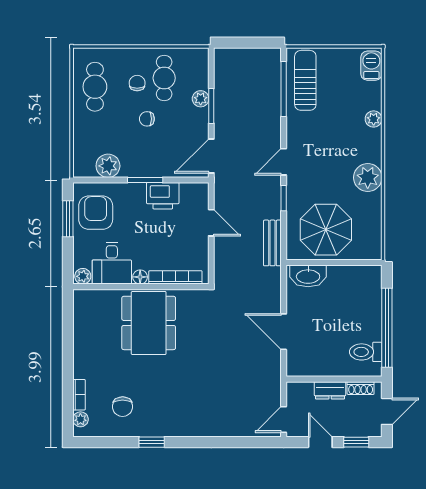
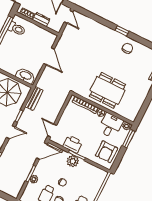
plant: (108, 166) -> (73, 161), moved
window: (68, 219) -> (129, 139), moved
door: (211, 223) -> (52, 131), moved
dining table: (149, 323) -> (107, 90), turned 90
chair: (123, 407) -> (127, 48), moved
door: (284, 419) -> (69, 17), hinge flipped
window: (152, 442) -> (122, 31), moved

